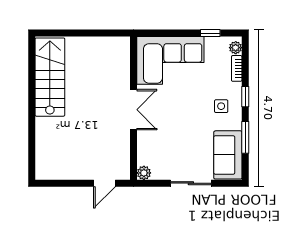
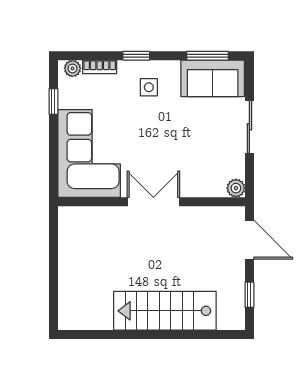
stairs: (50, 77) -> (165, 311), moved
window: (245, 137) -> (207, 56), moved
window: (62, 183) -> (249, 295), added
door: (104, 183) -> (249, 240), width x1.38

